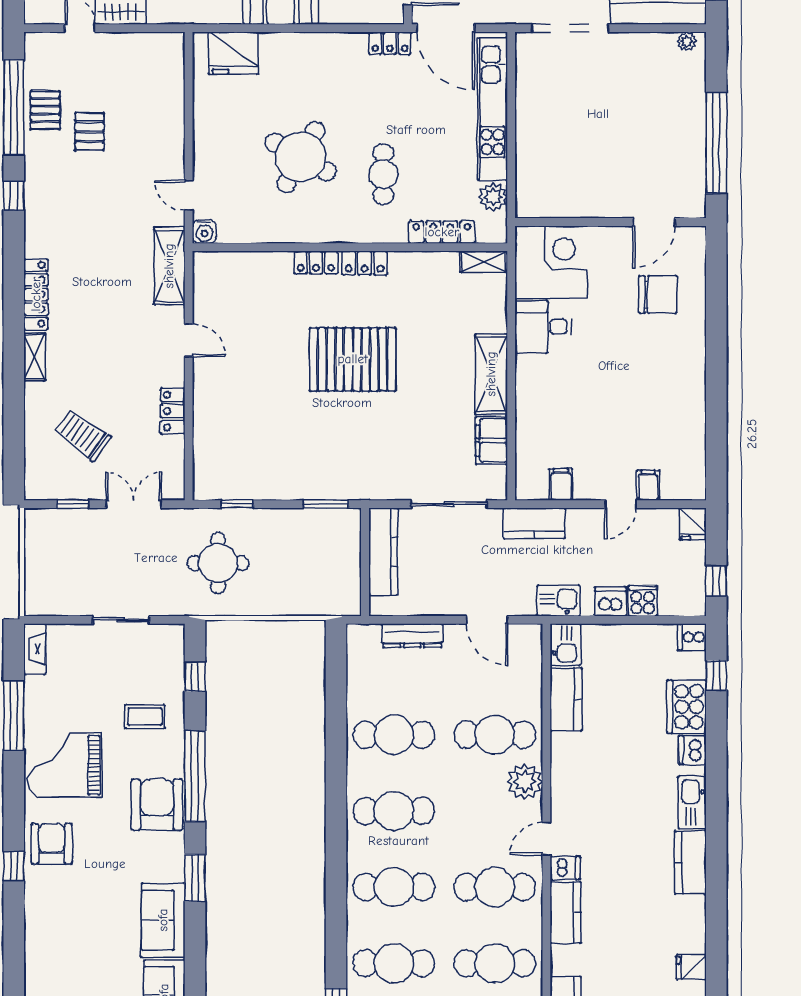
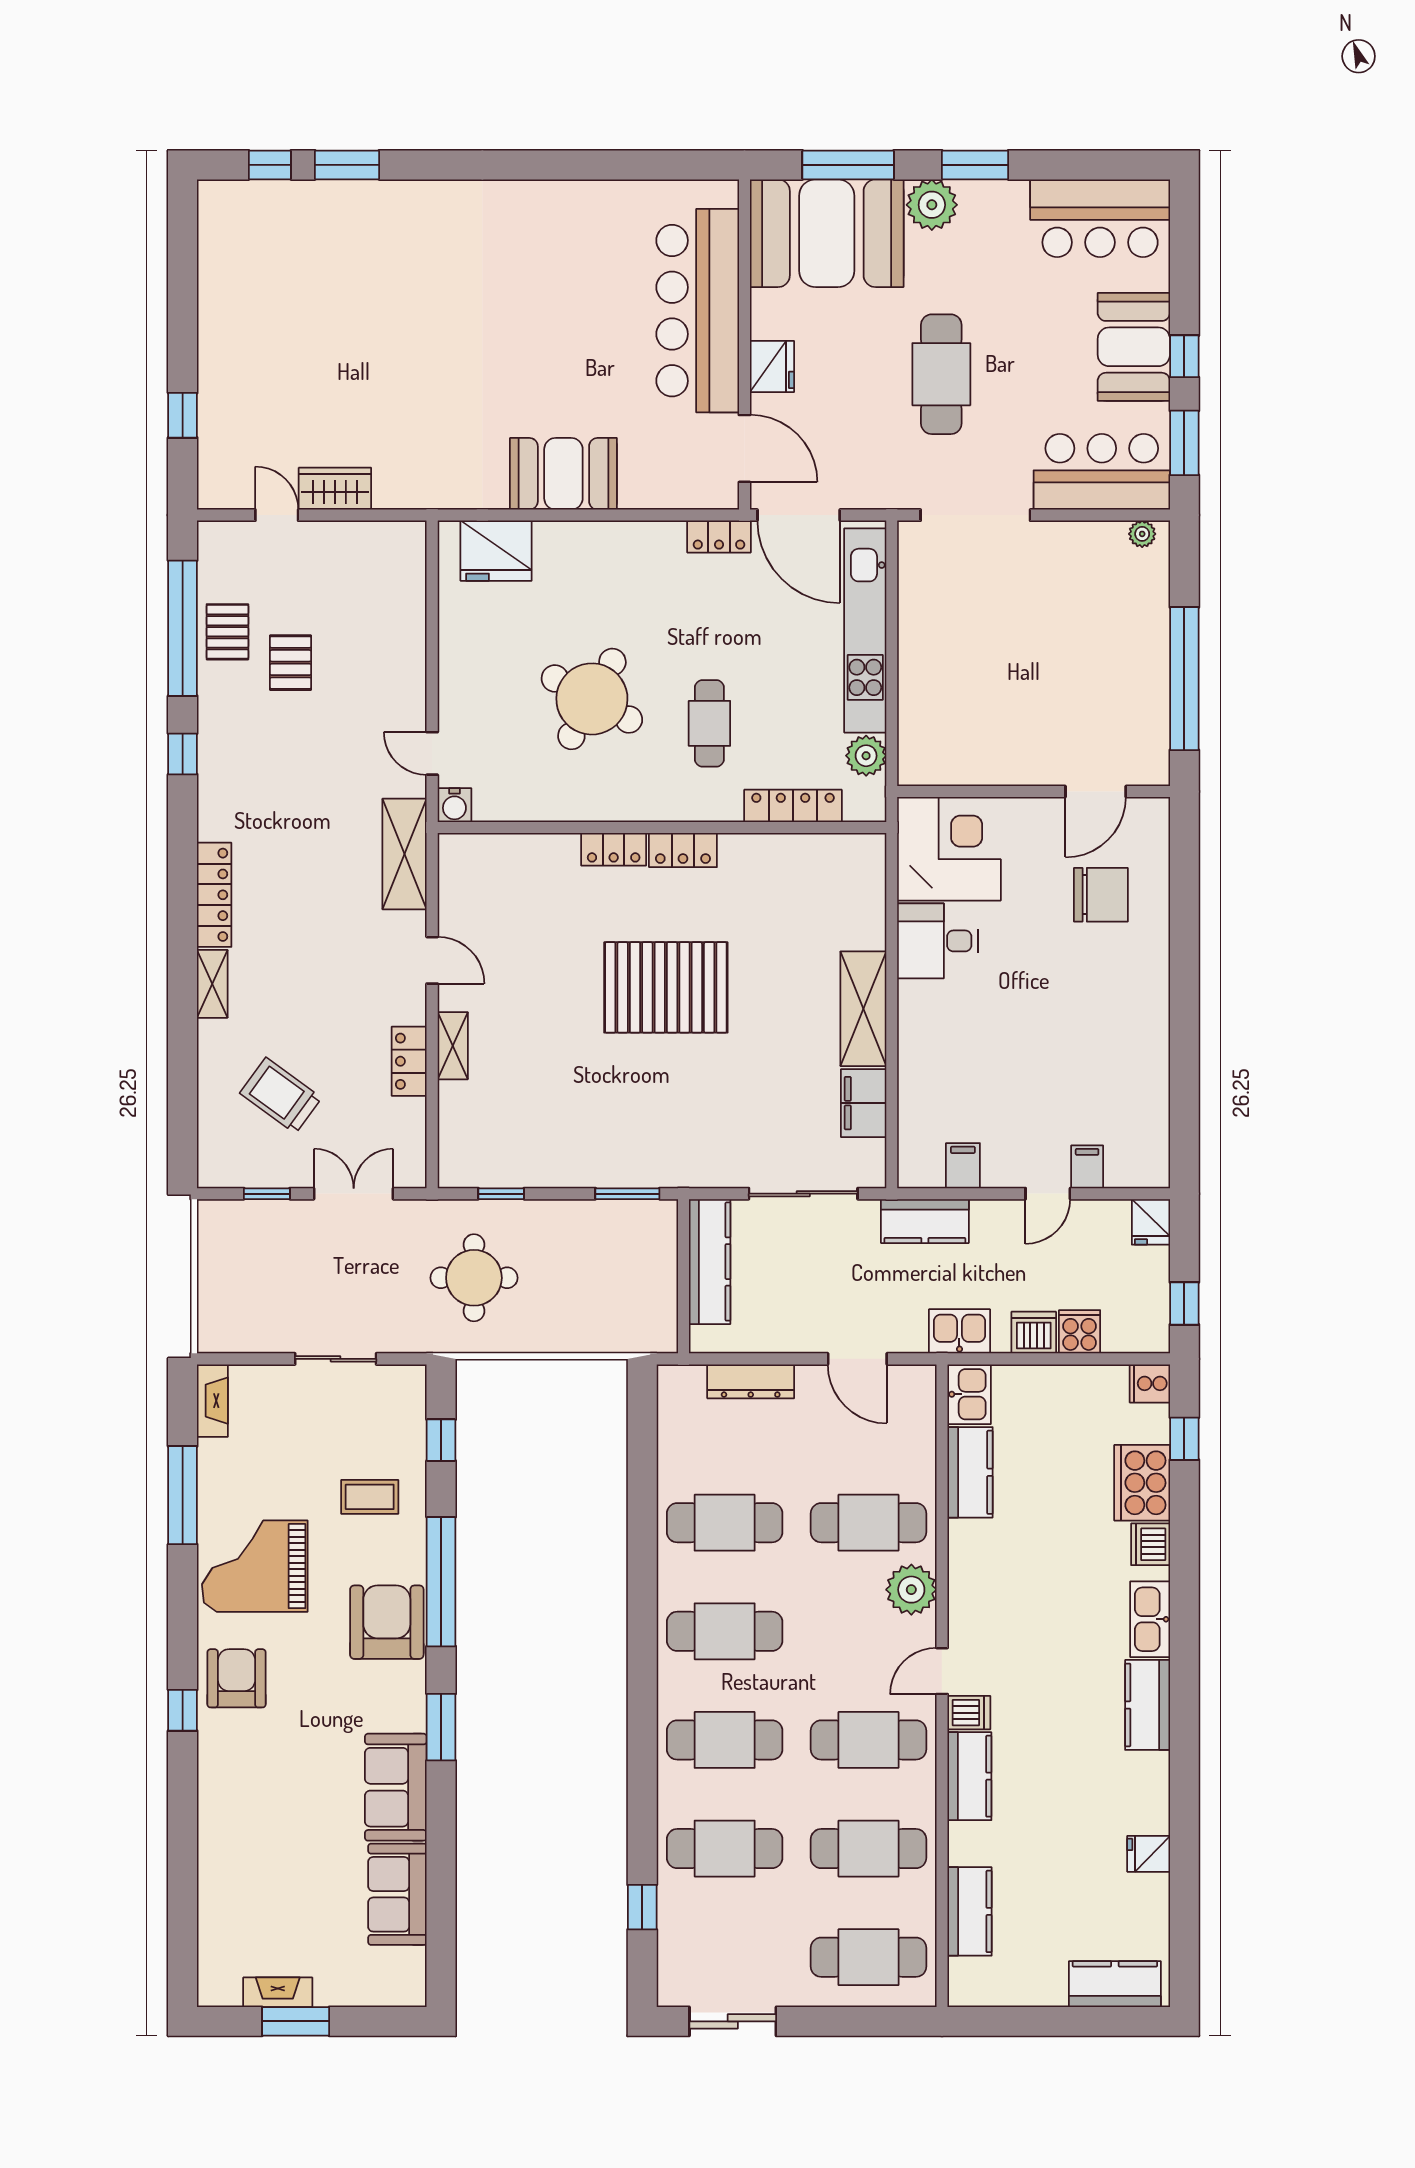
shelving: (484, 262) -> (453, 1046), moved, turned 90

